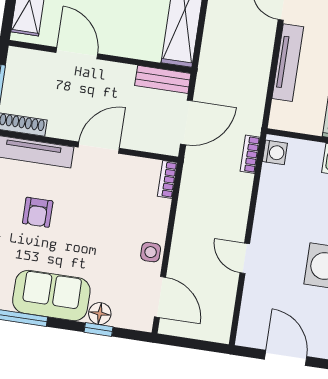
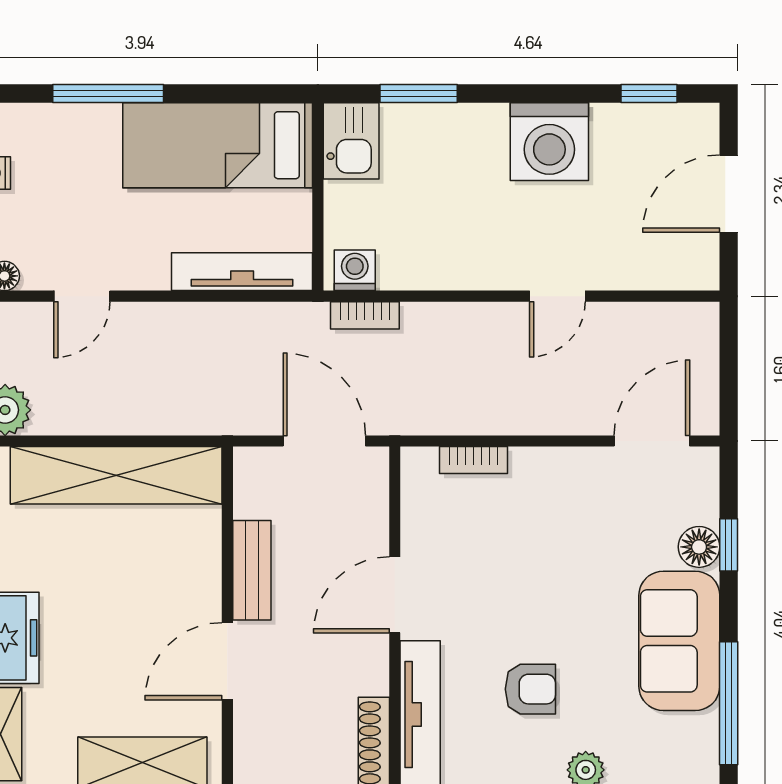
tv unit: (288, 63) -> (242, 272), moved
bench: (163, 79) -> (252, 570), moved
door: (99, 148) -> (395, 595), hinge flipped
bookcase: (167, 179) -> (474, 460), moved
side table: (151, 252) -> (572, 471), removed

